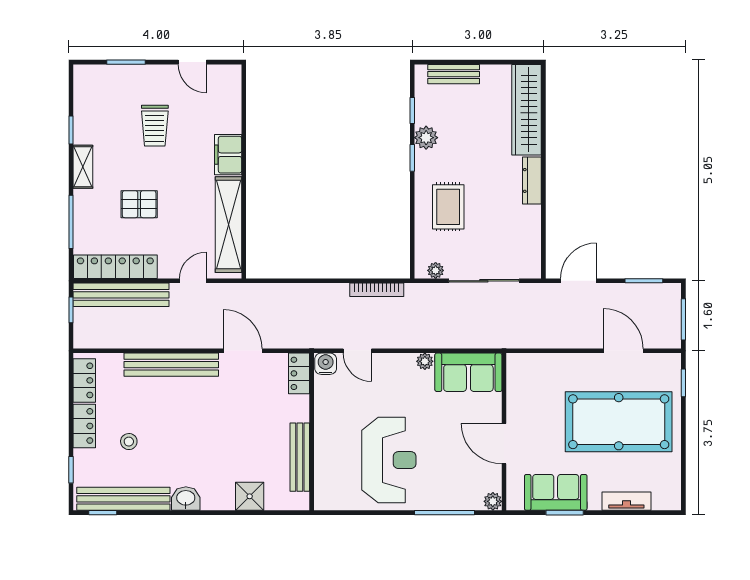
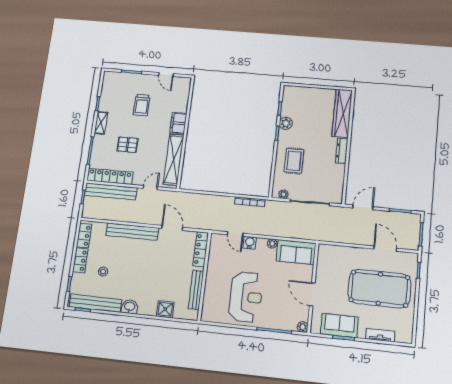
bench: (454, 74) -> (304, 92), removed
water cooler: (326, 364) -> (250, 243), moved
locker: (299, 373) -> (201, 249), width x1.53

